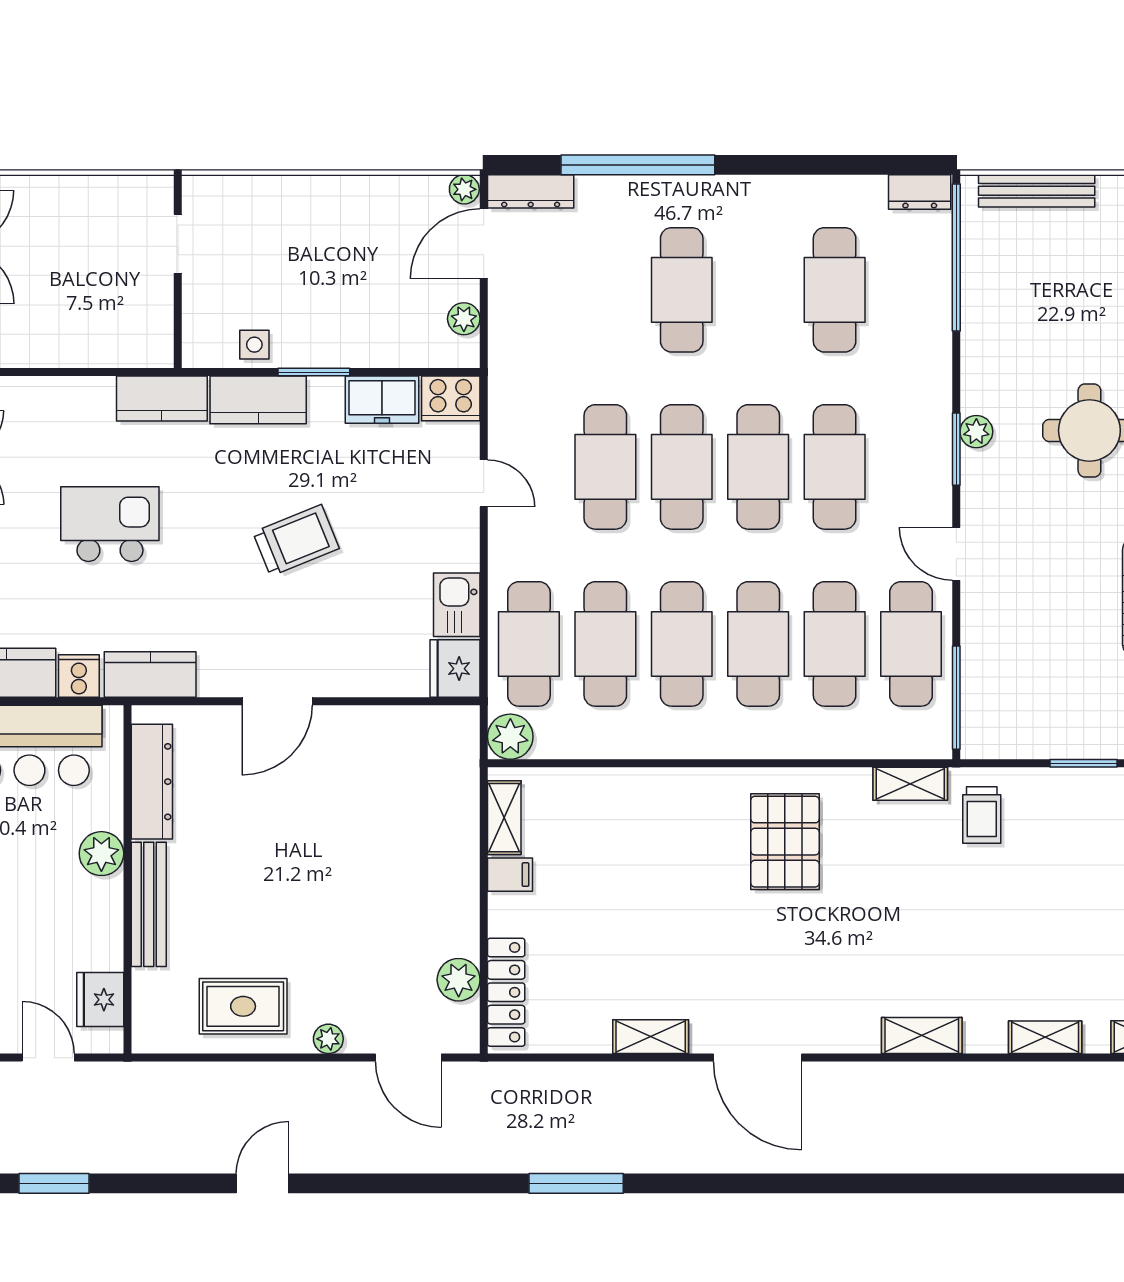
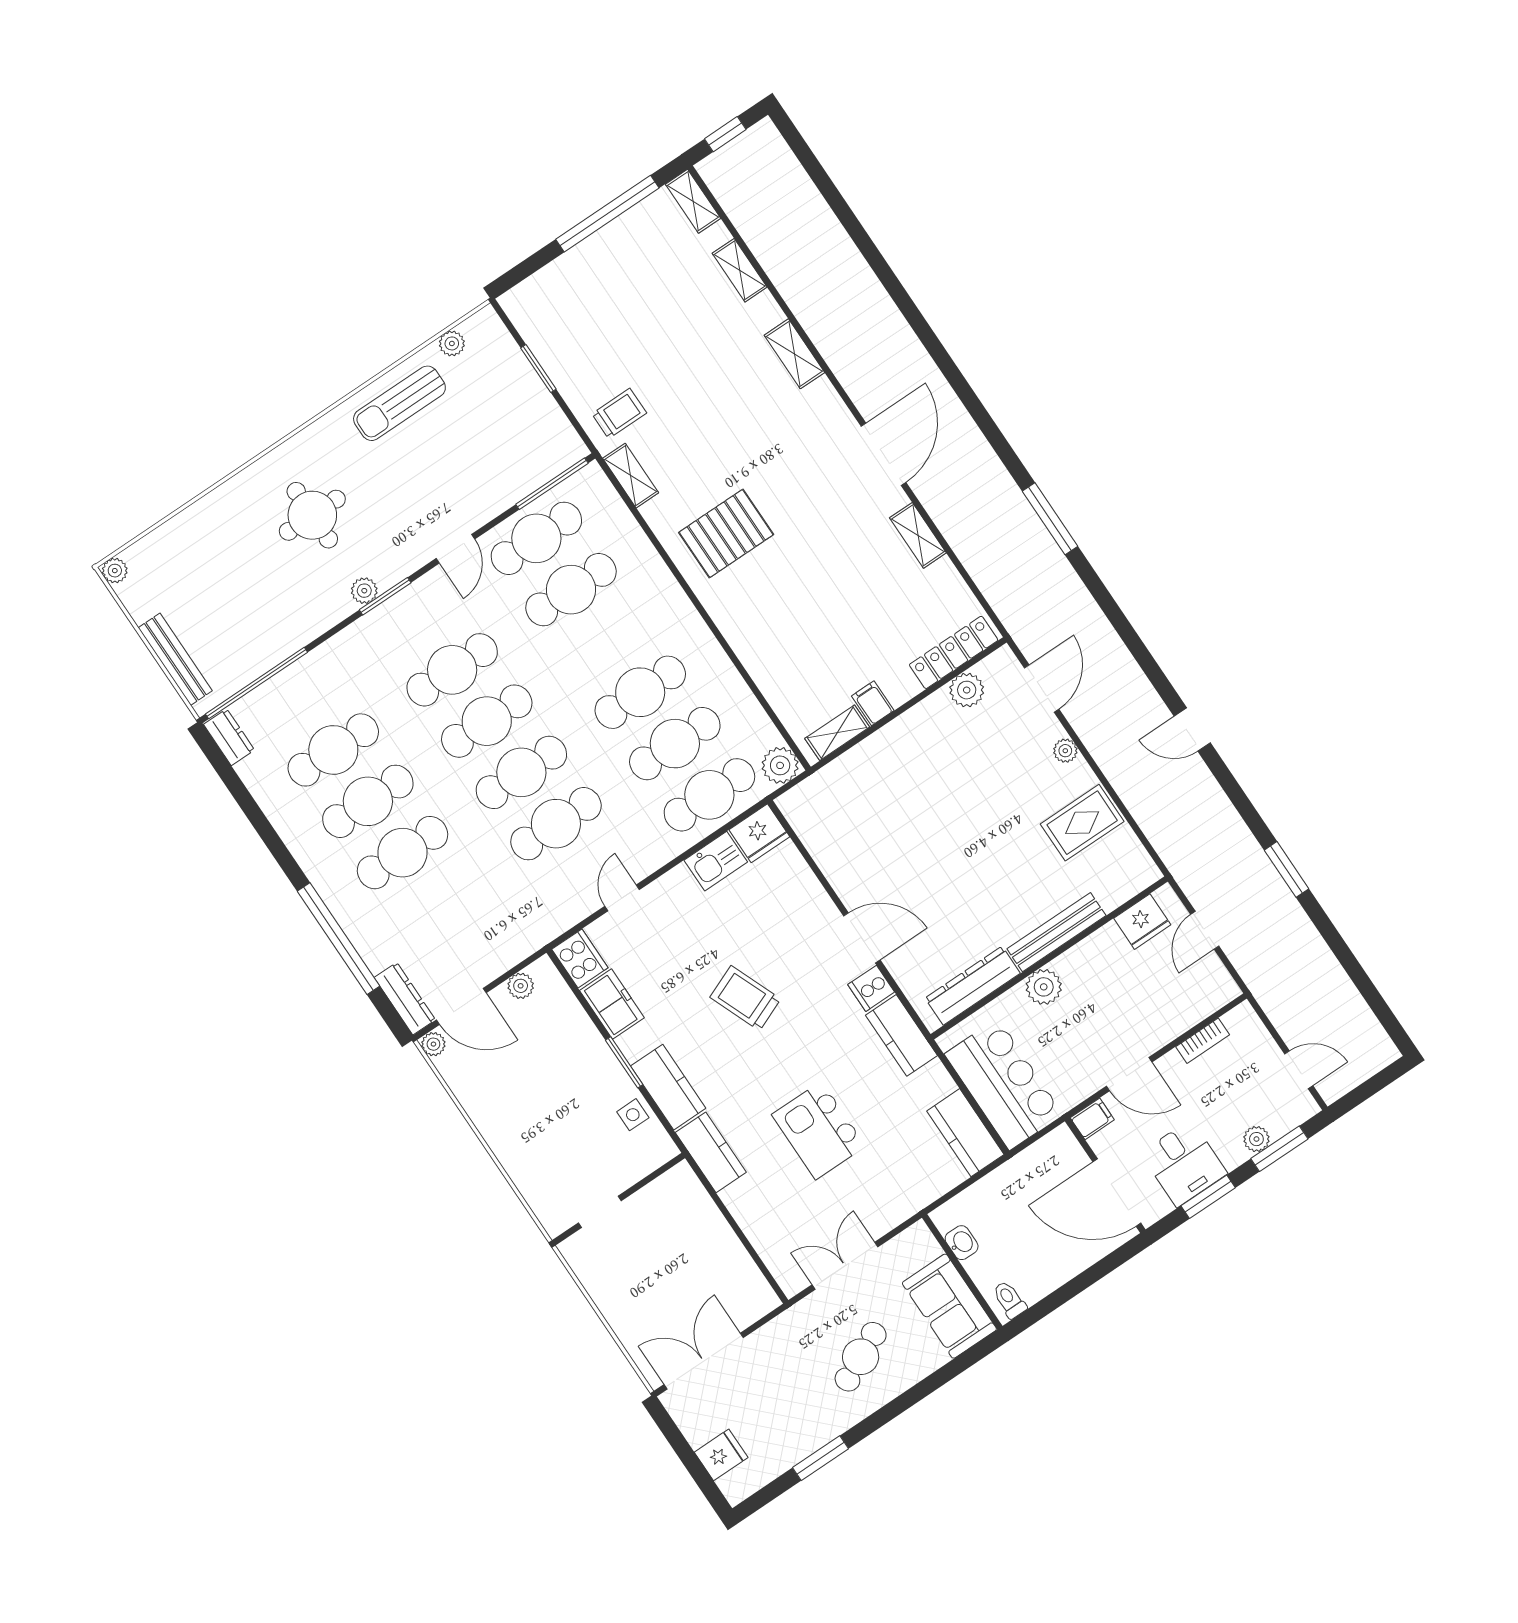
cafe table: (758, 644) -> (368, 801), moved
cooker: (79, 676) -> (871, 988), moved
rug: (243, 1006) -> (1082, 823), turned 90

